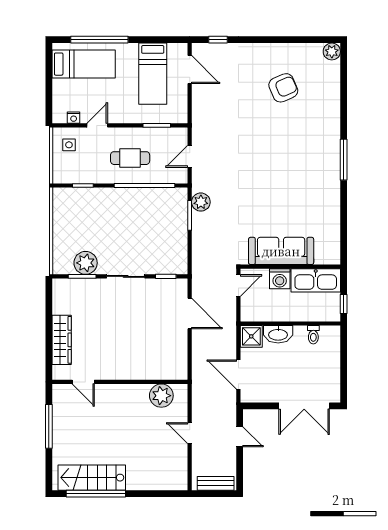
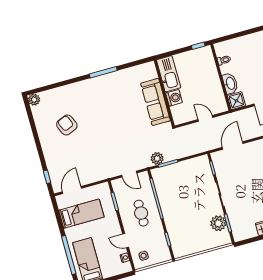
sofa: (281, 251) -> (155, 102), moved
wall: (290, 267) -> (164, 93), moved
washing machine: (280, 279) -> (174, 98), moved
kitchen sink: (316, 280) -> (169, 74), moved

